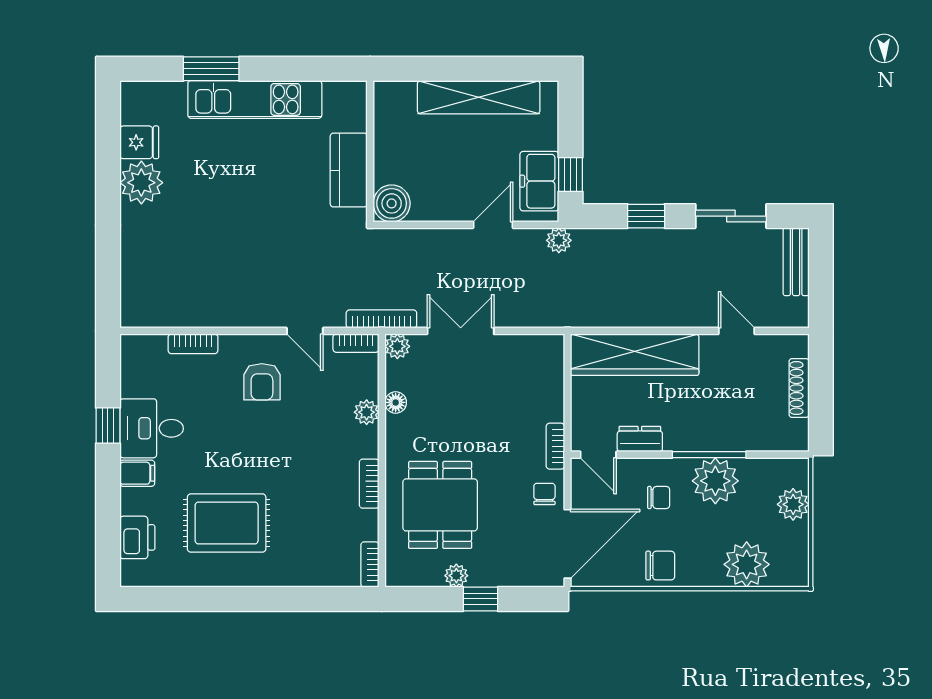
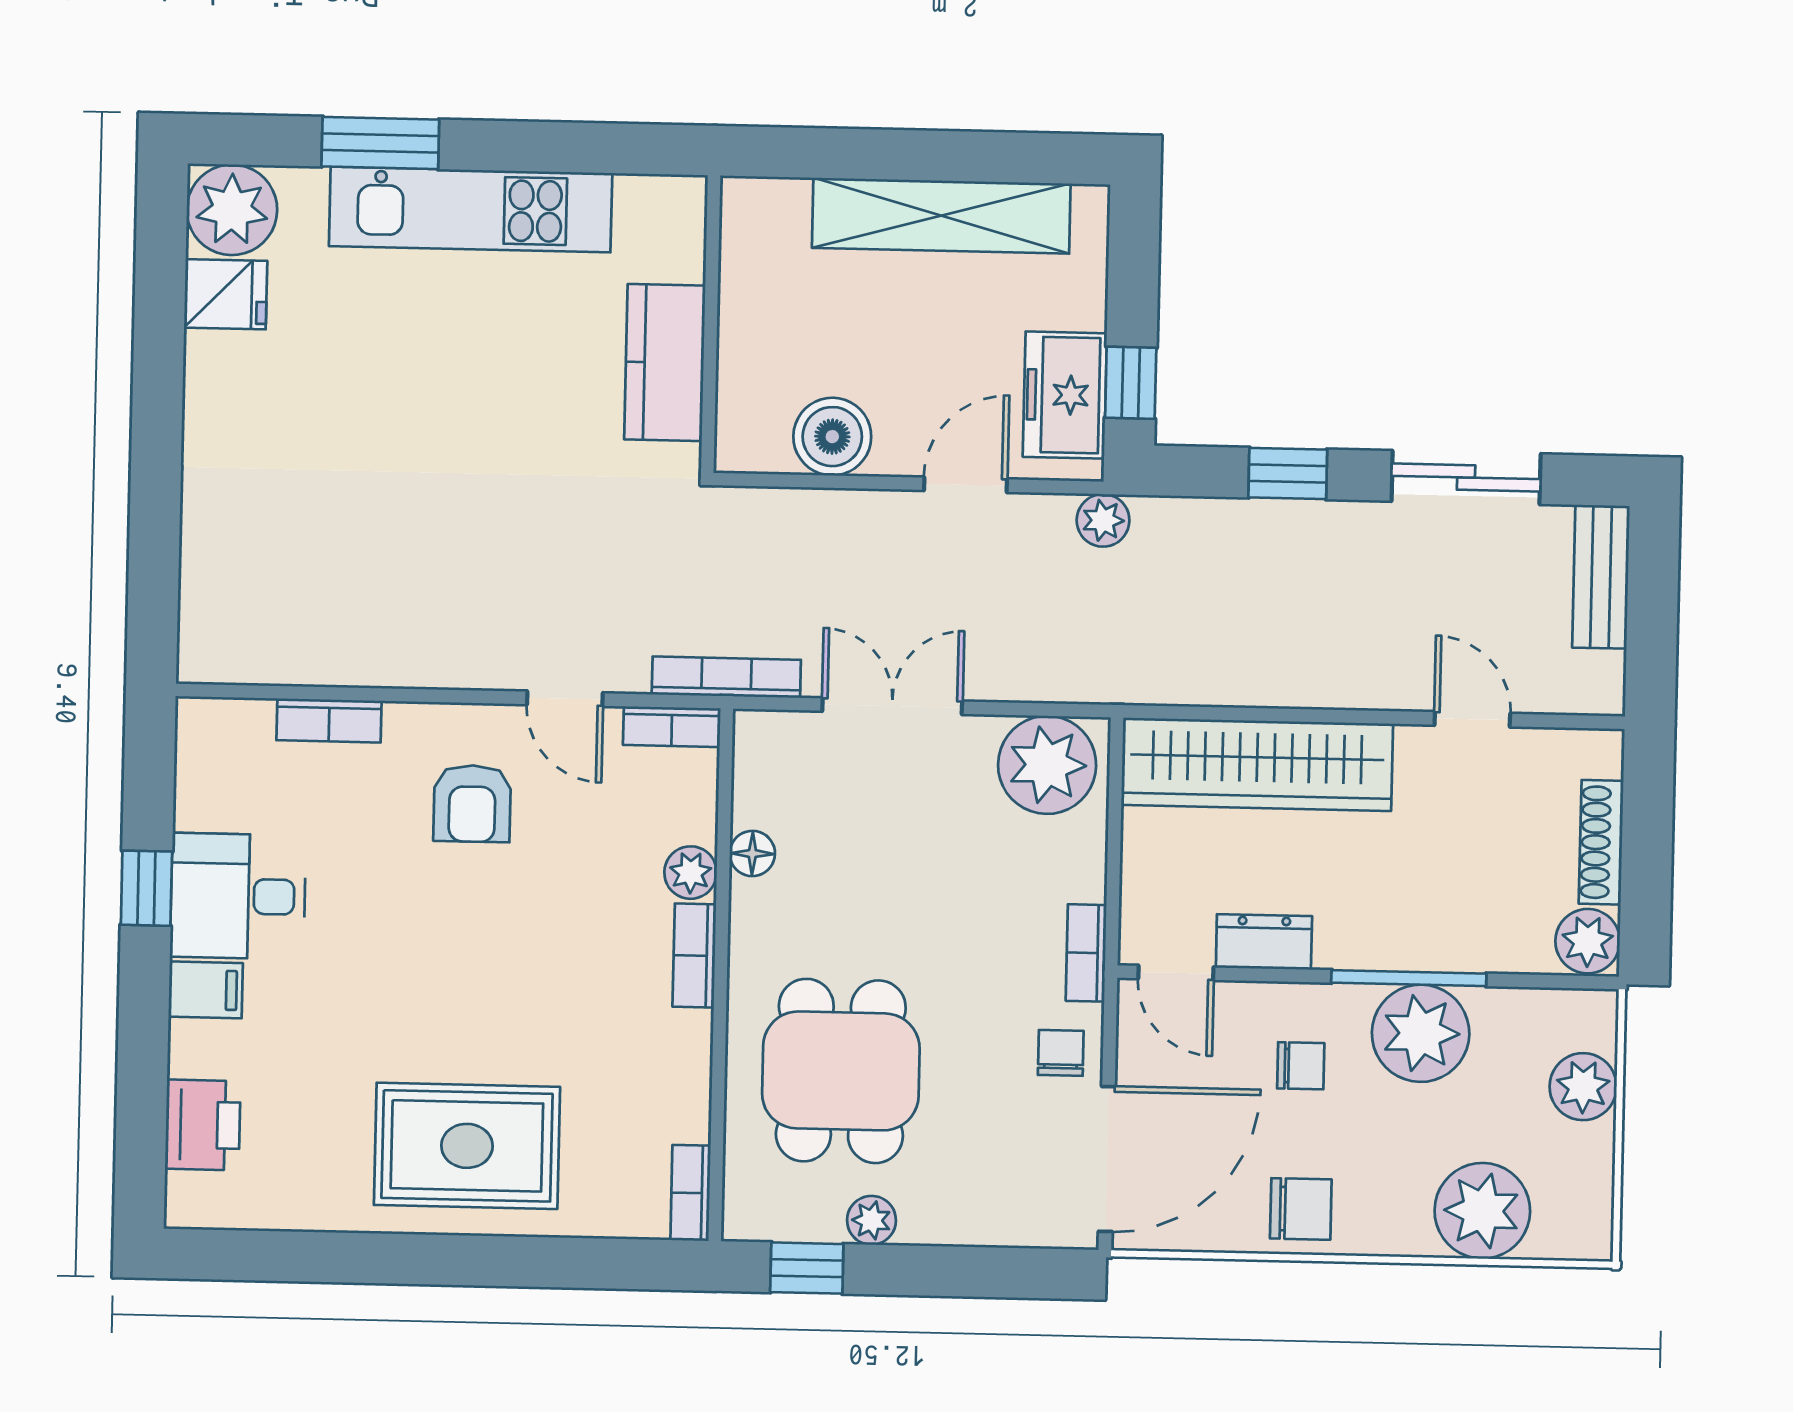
plant: (141, 183) -> (232, 210), moved
boiler: (392, 203) -> (832, 437), moved
plant: (397, 346) -> (1047, 765), moved, width x1.87, depth x1.87
plant: (794, 435) -> (1588, 941), added
bookcase: (369, 484) -> (694, 955), moved
rug: (227, 523) -> (467, 1146), moved
window: (480, 599) -> (807, 1268), moved

